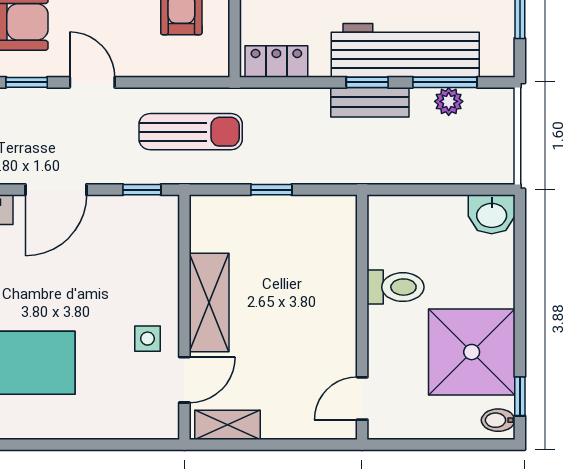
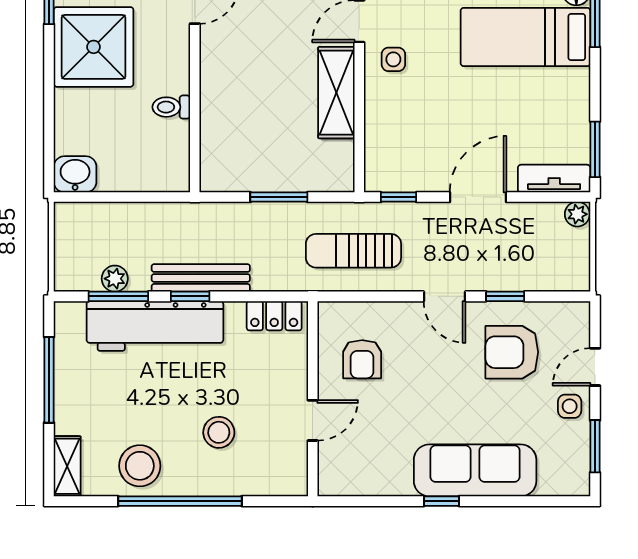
bench: (370, 102) -> (201, 278), width x1.36
window: (271, 190) -> (279, 197), width x1.50
toilet: (396, 287) -> (171, 107), width x0.73, depth x0.72

